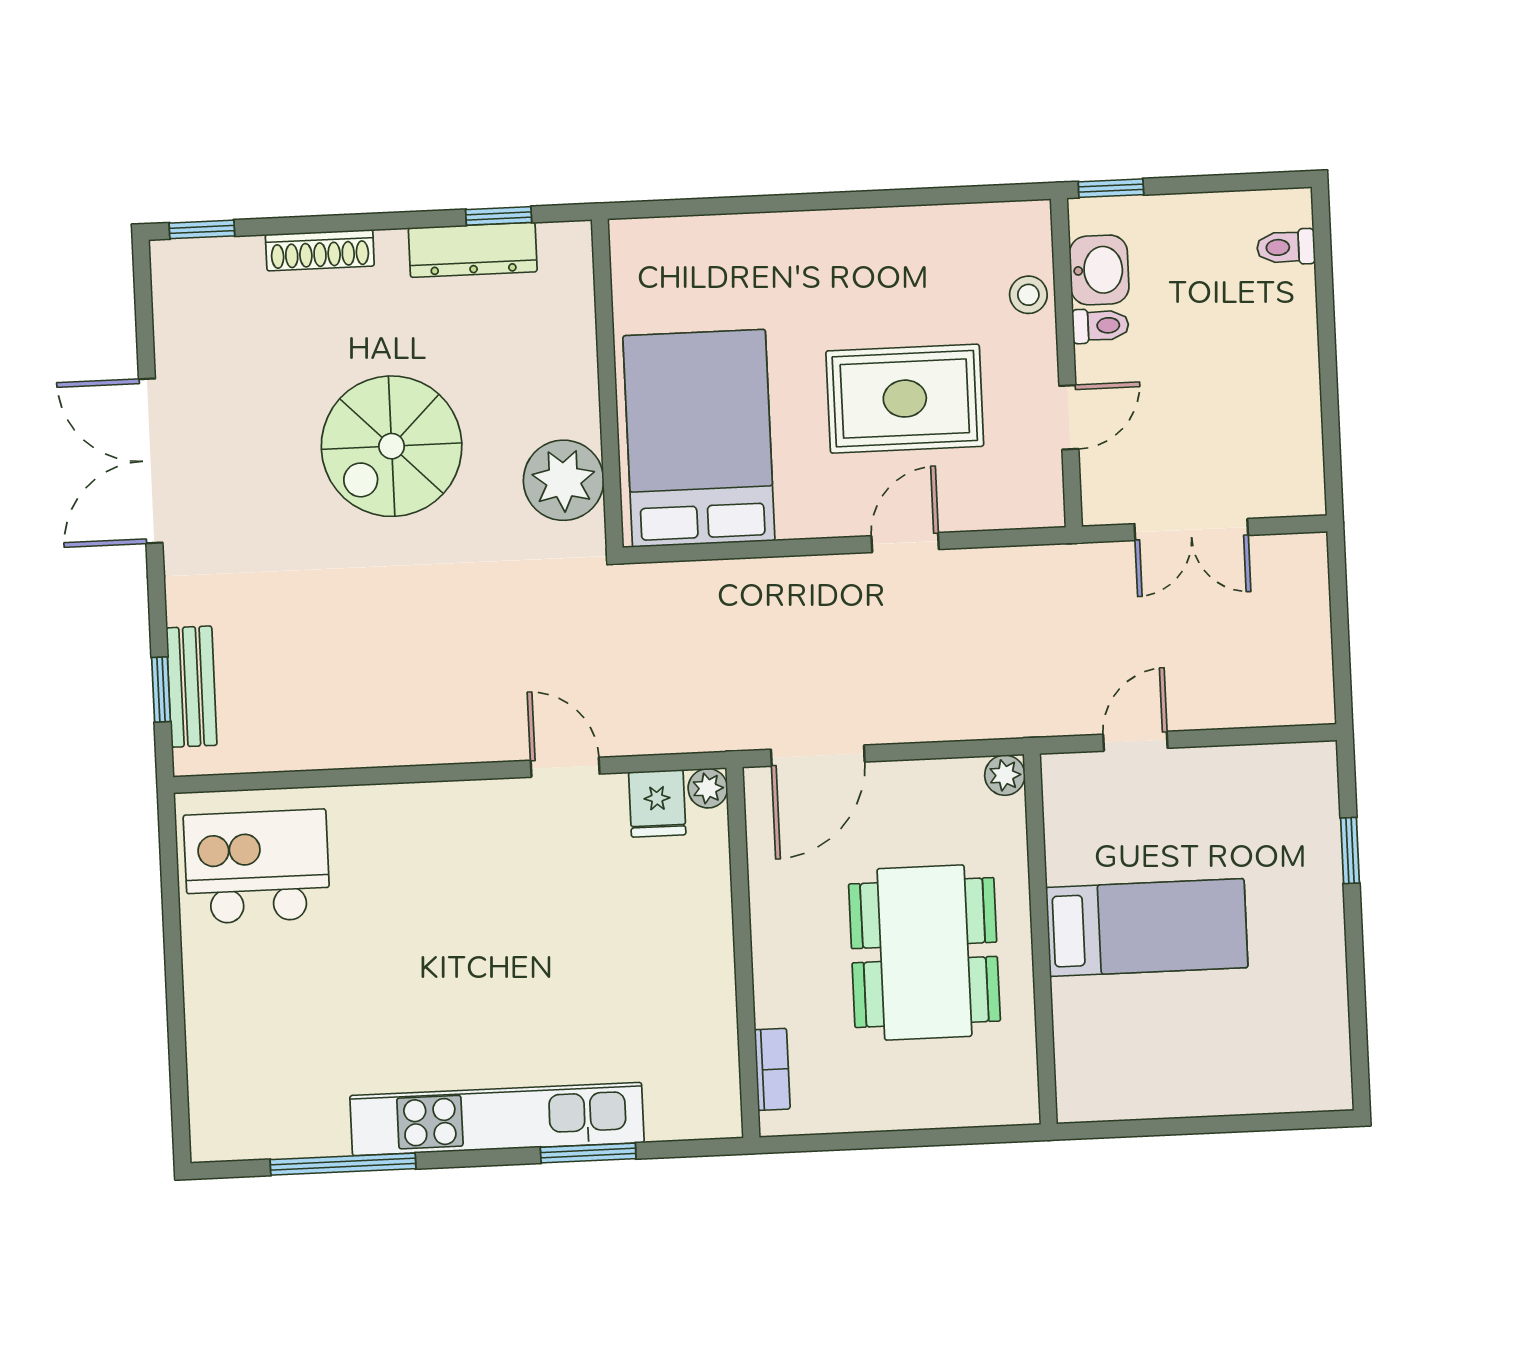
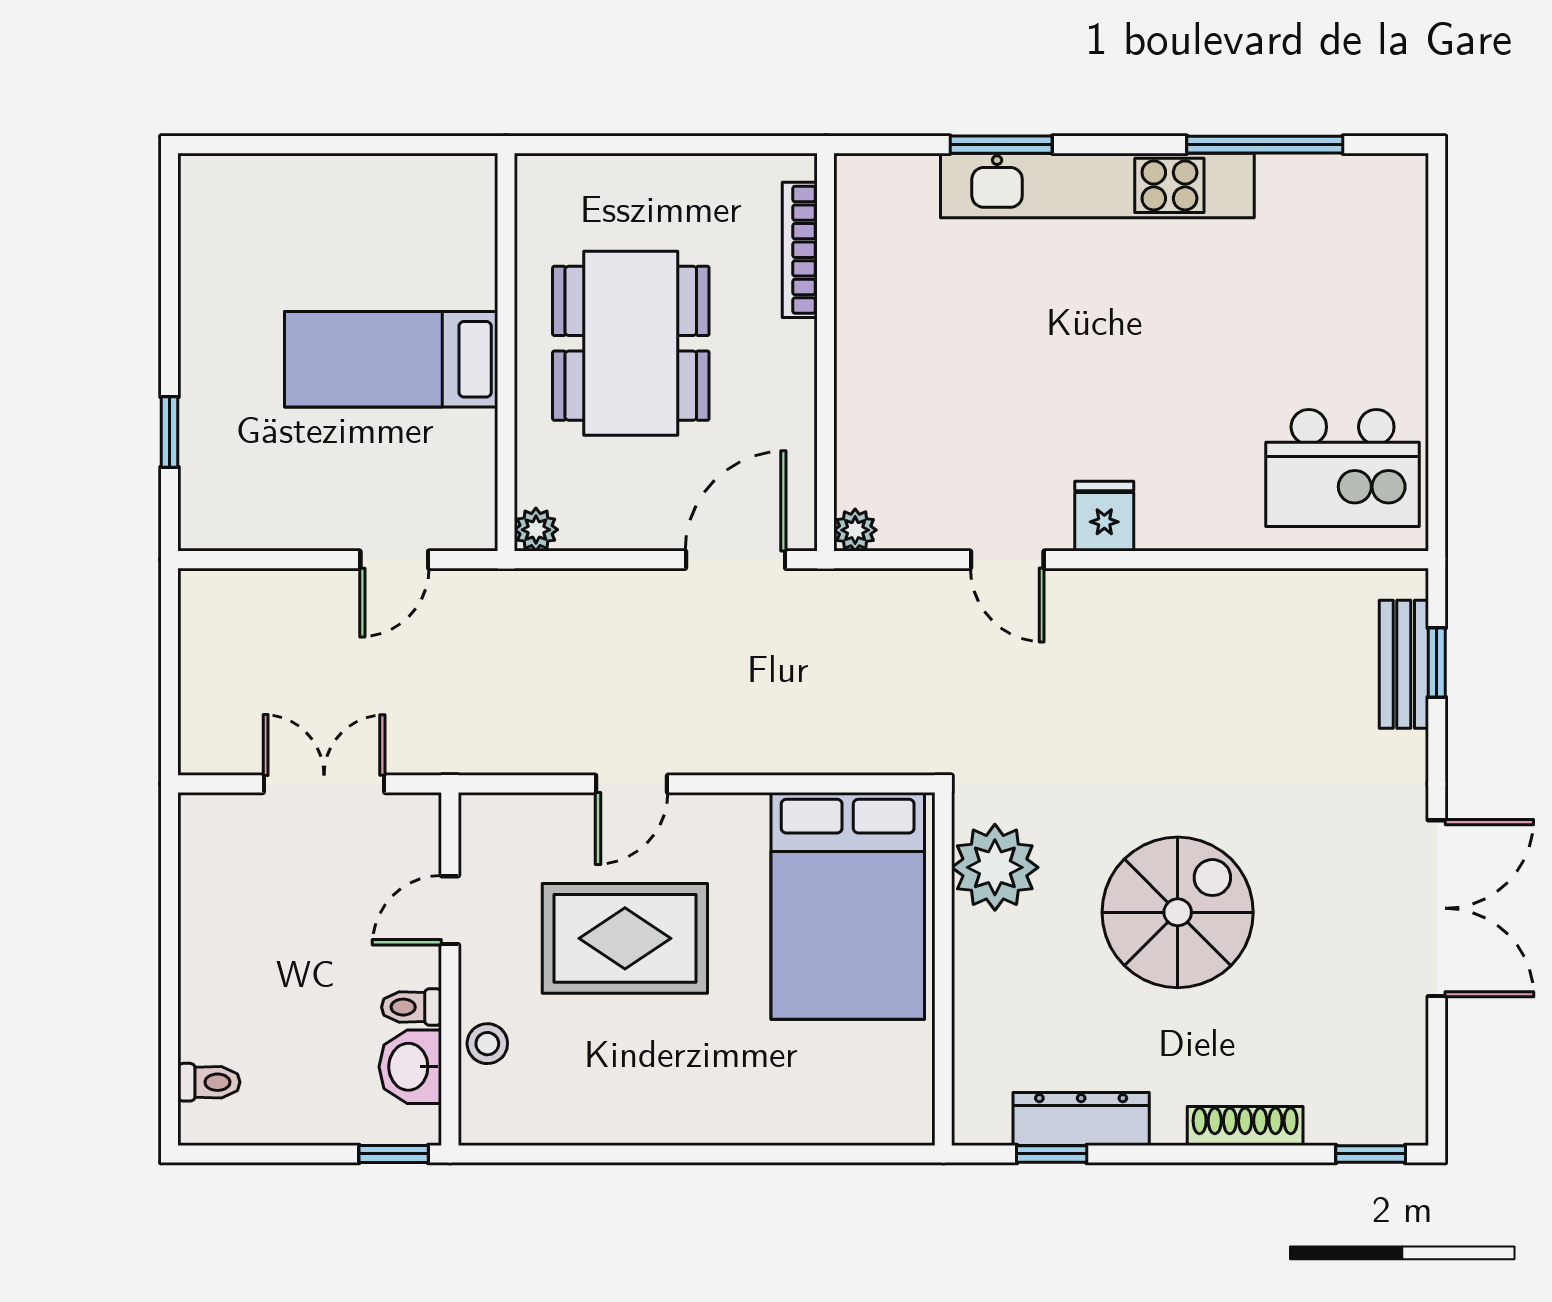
fridge: (657, 803) -> (1104, 516), moved
bookcase: (772, 1069) -> (800, 250), width x1.56

